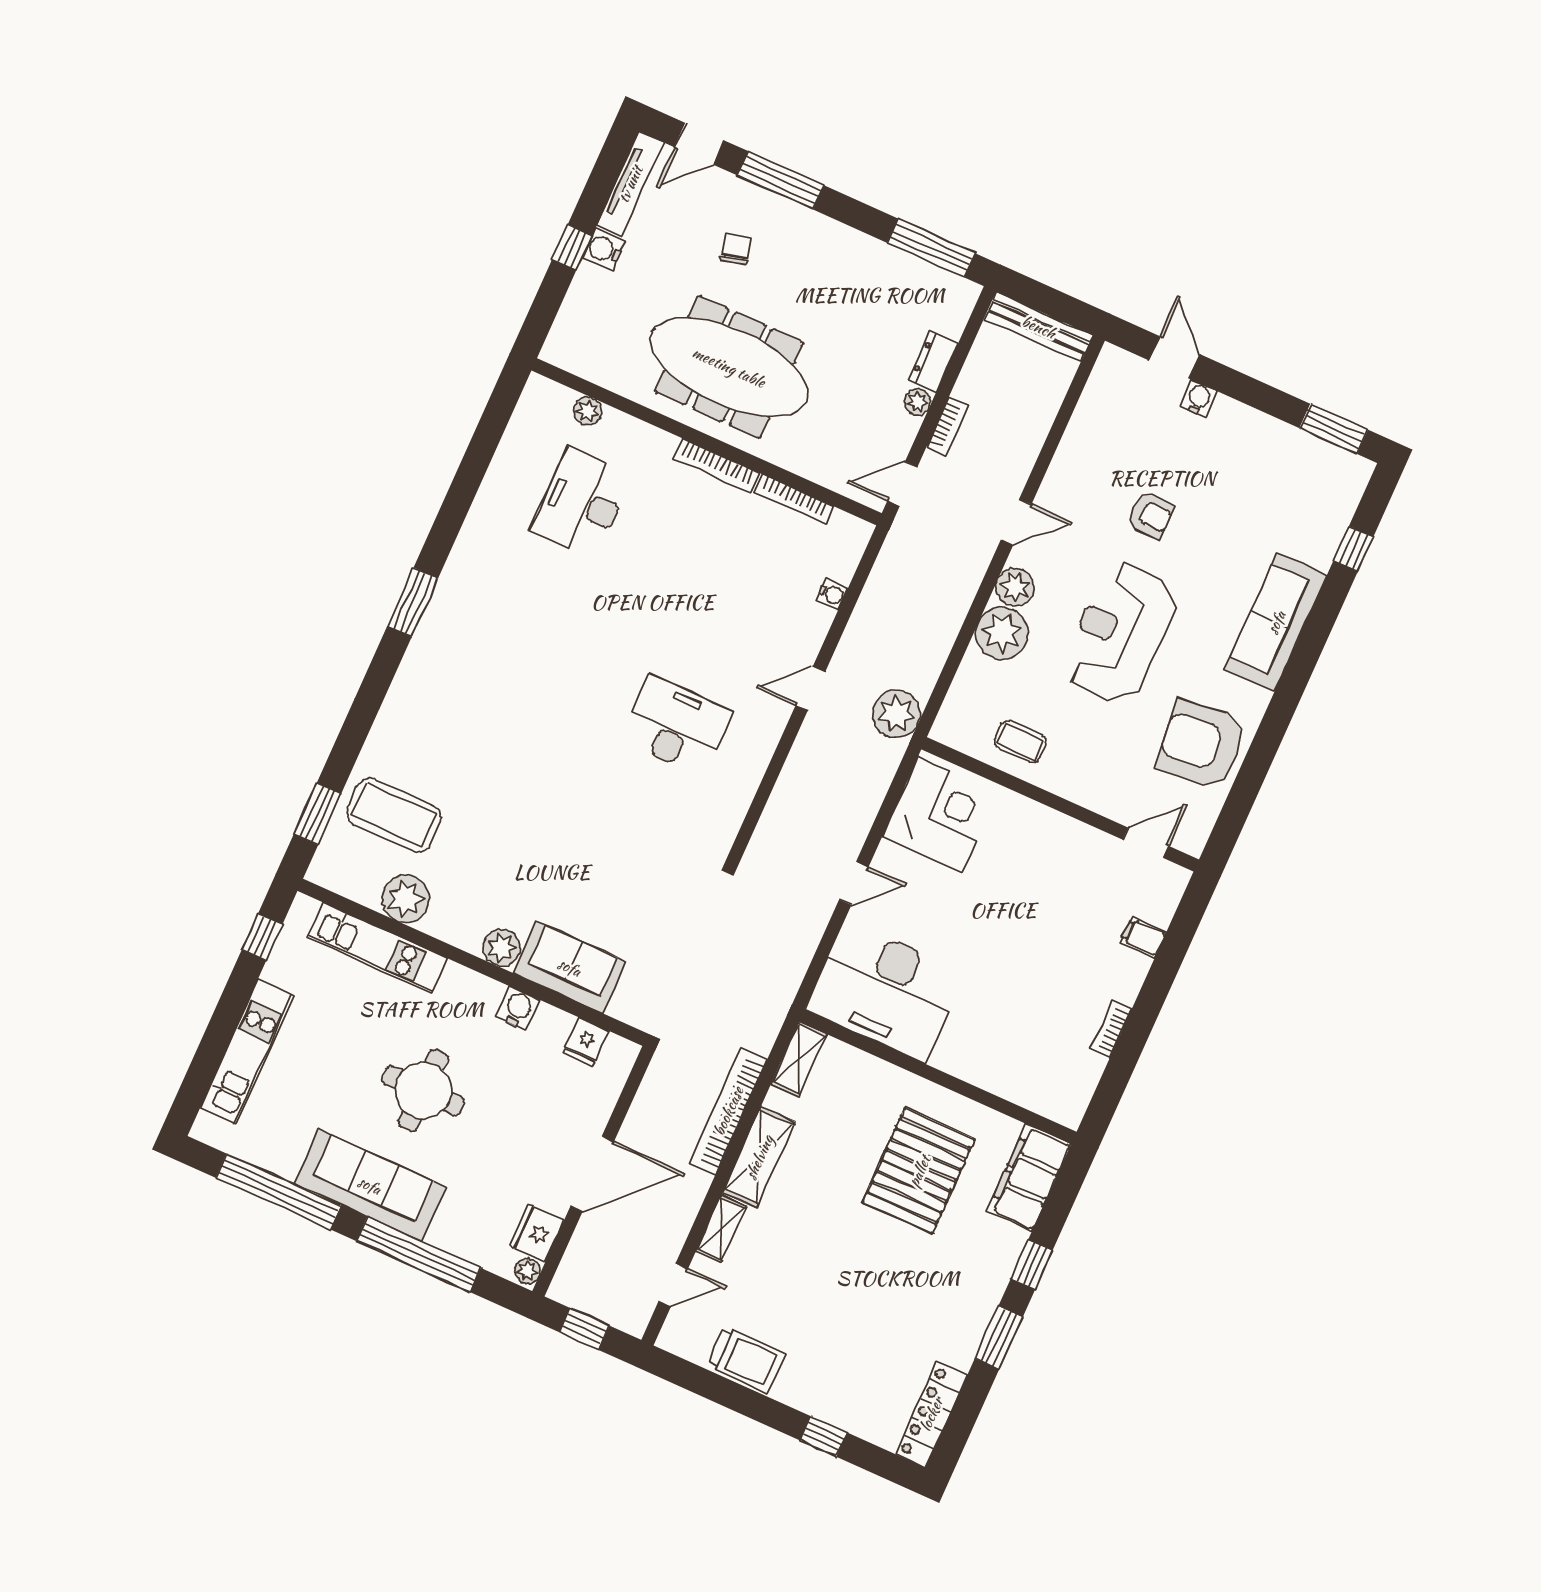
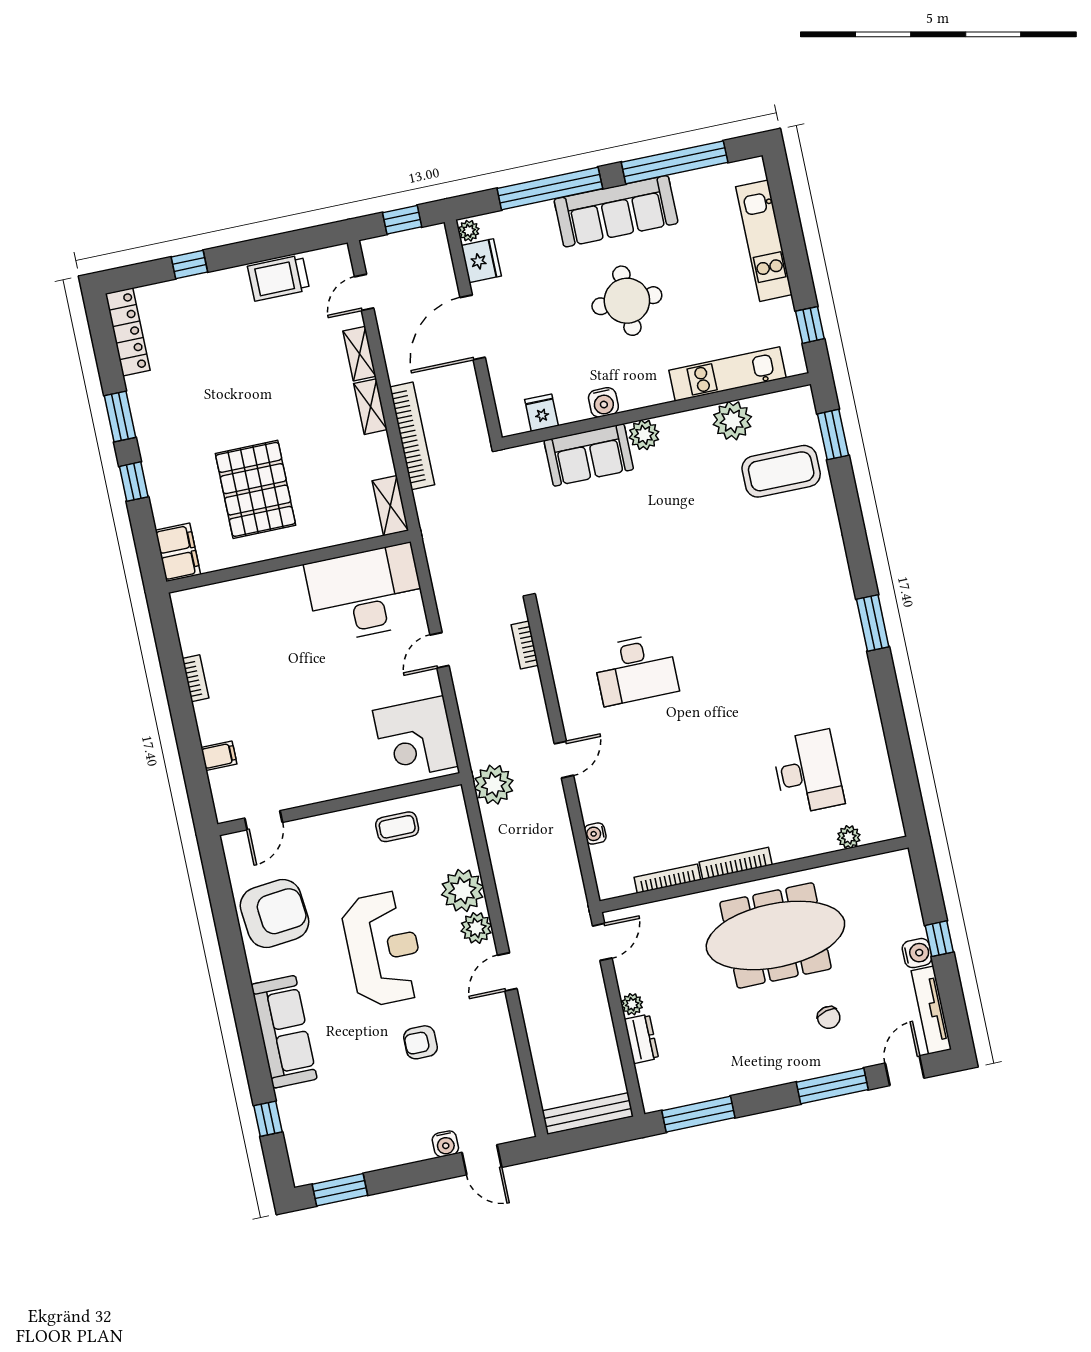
bookcase: (948, 426) -> (525, 645), moved
shelving: (759, 1157) -> (370, 407), width x0.67, depth x0.75
filing cabinet: (1029, 1177) -> (178, 552), width x0.67, depth x0.86

